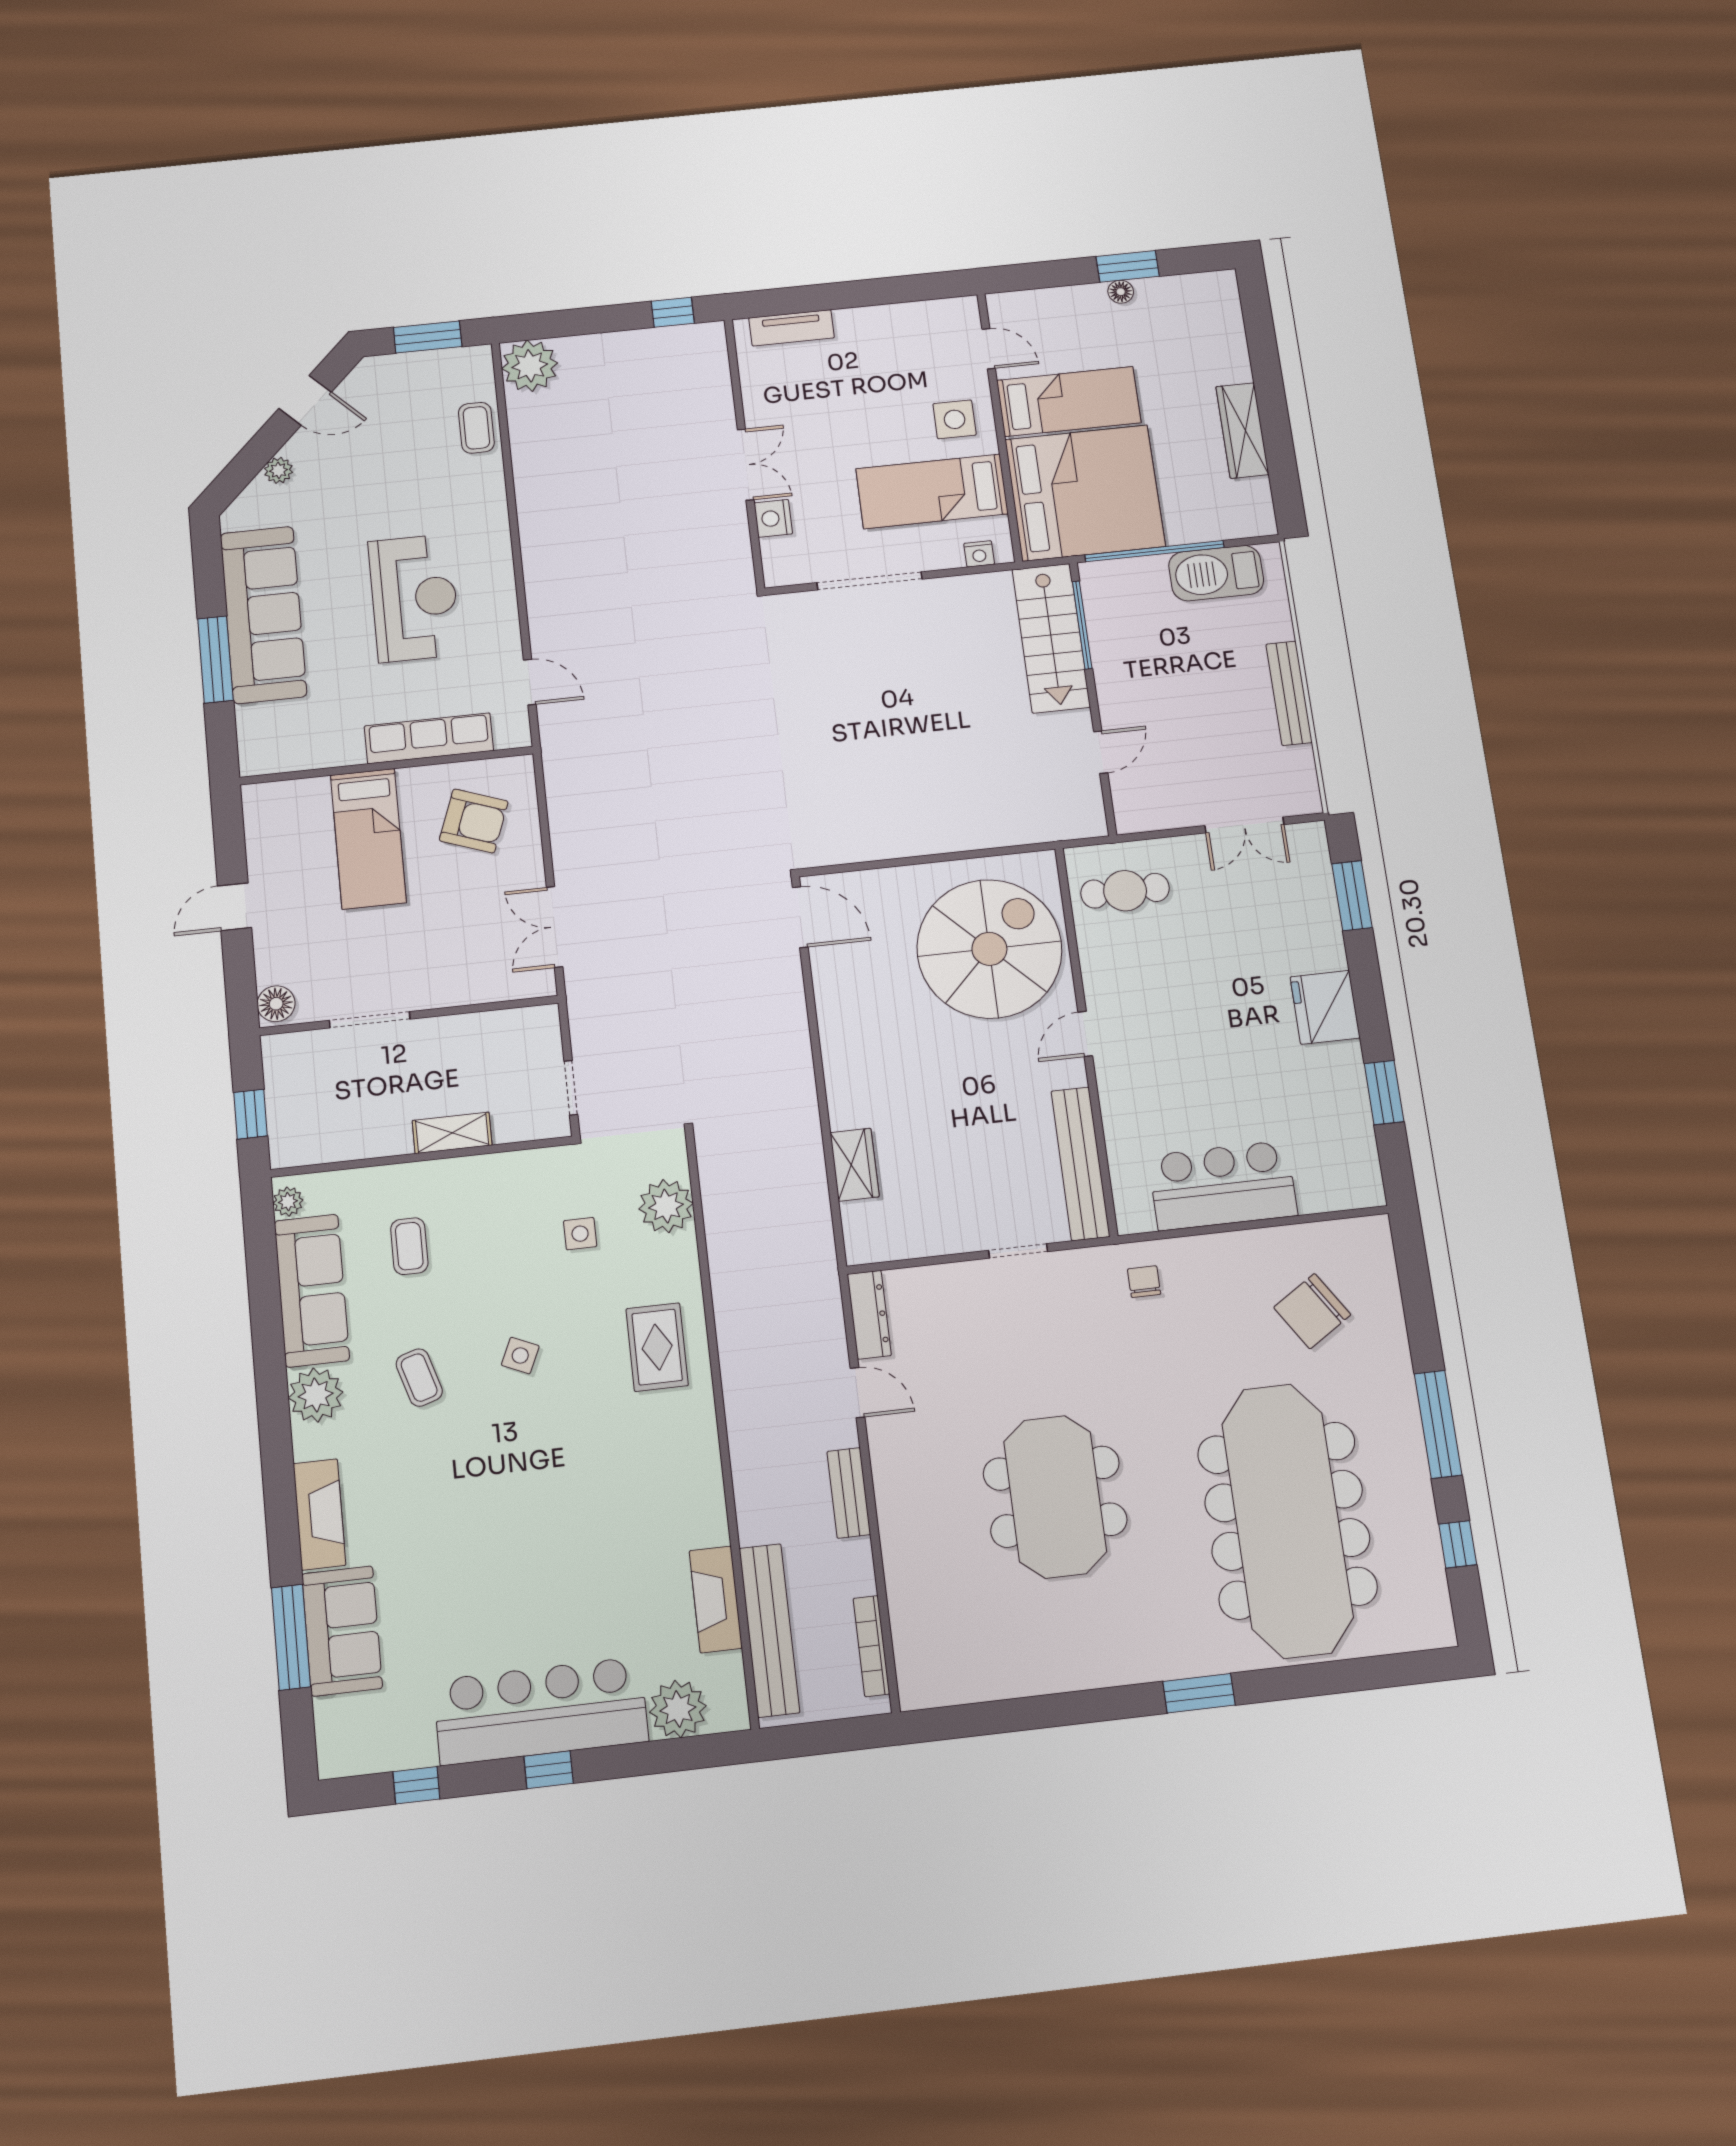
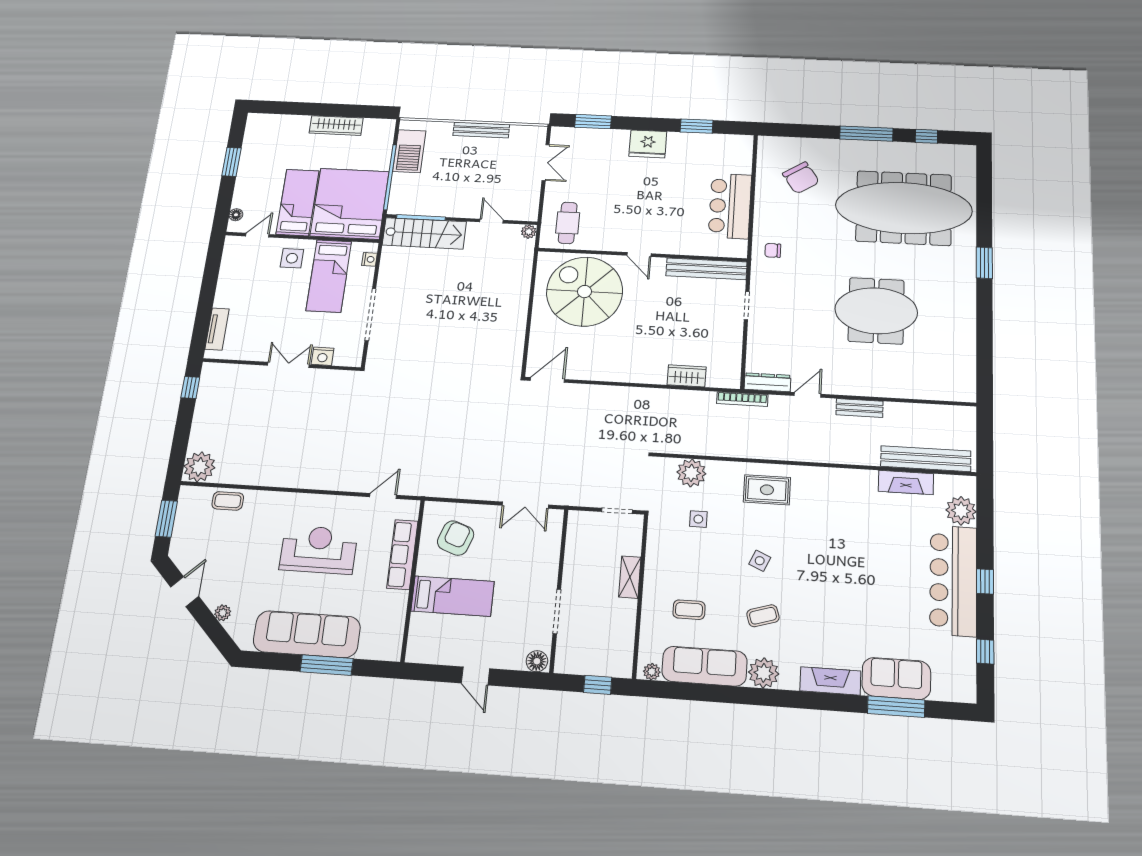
floor lamp: (1121, 292) -> (236, 215), moved
plant: (1093, 824) -> (529, 232), added
bookcase: (871, 1646) -> (742, 399), moved

